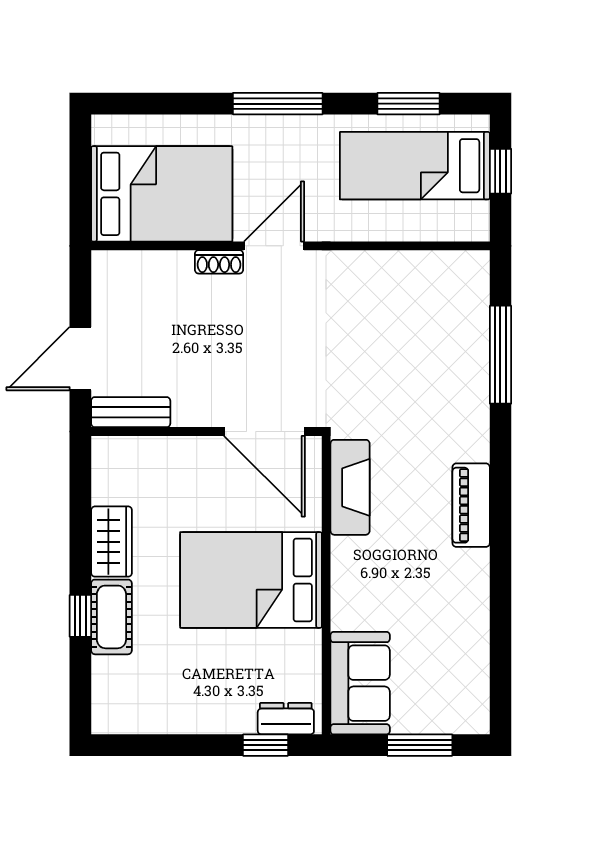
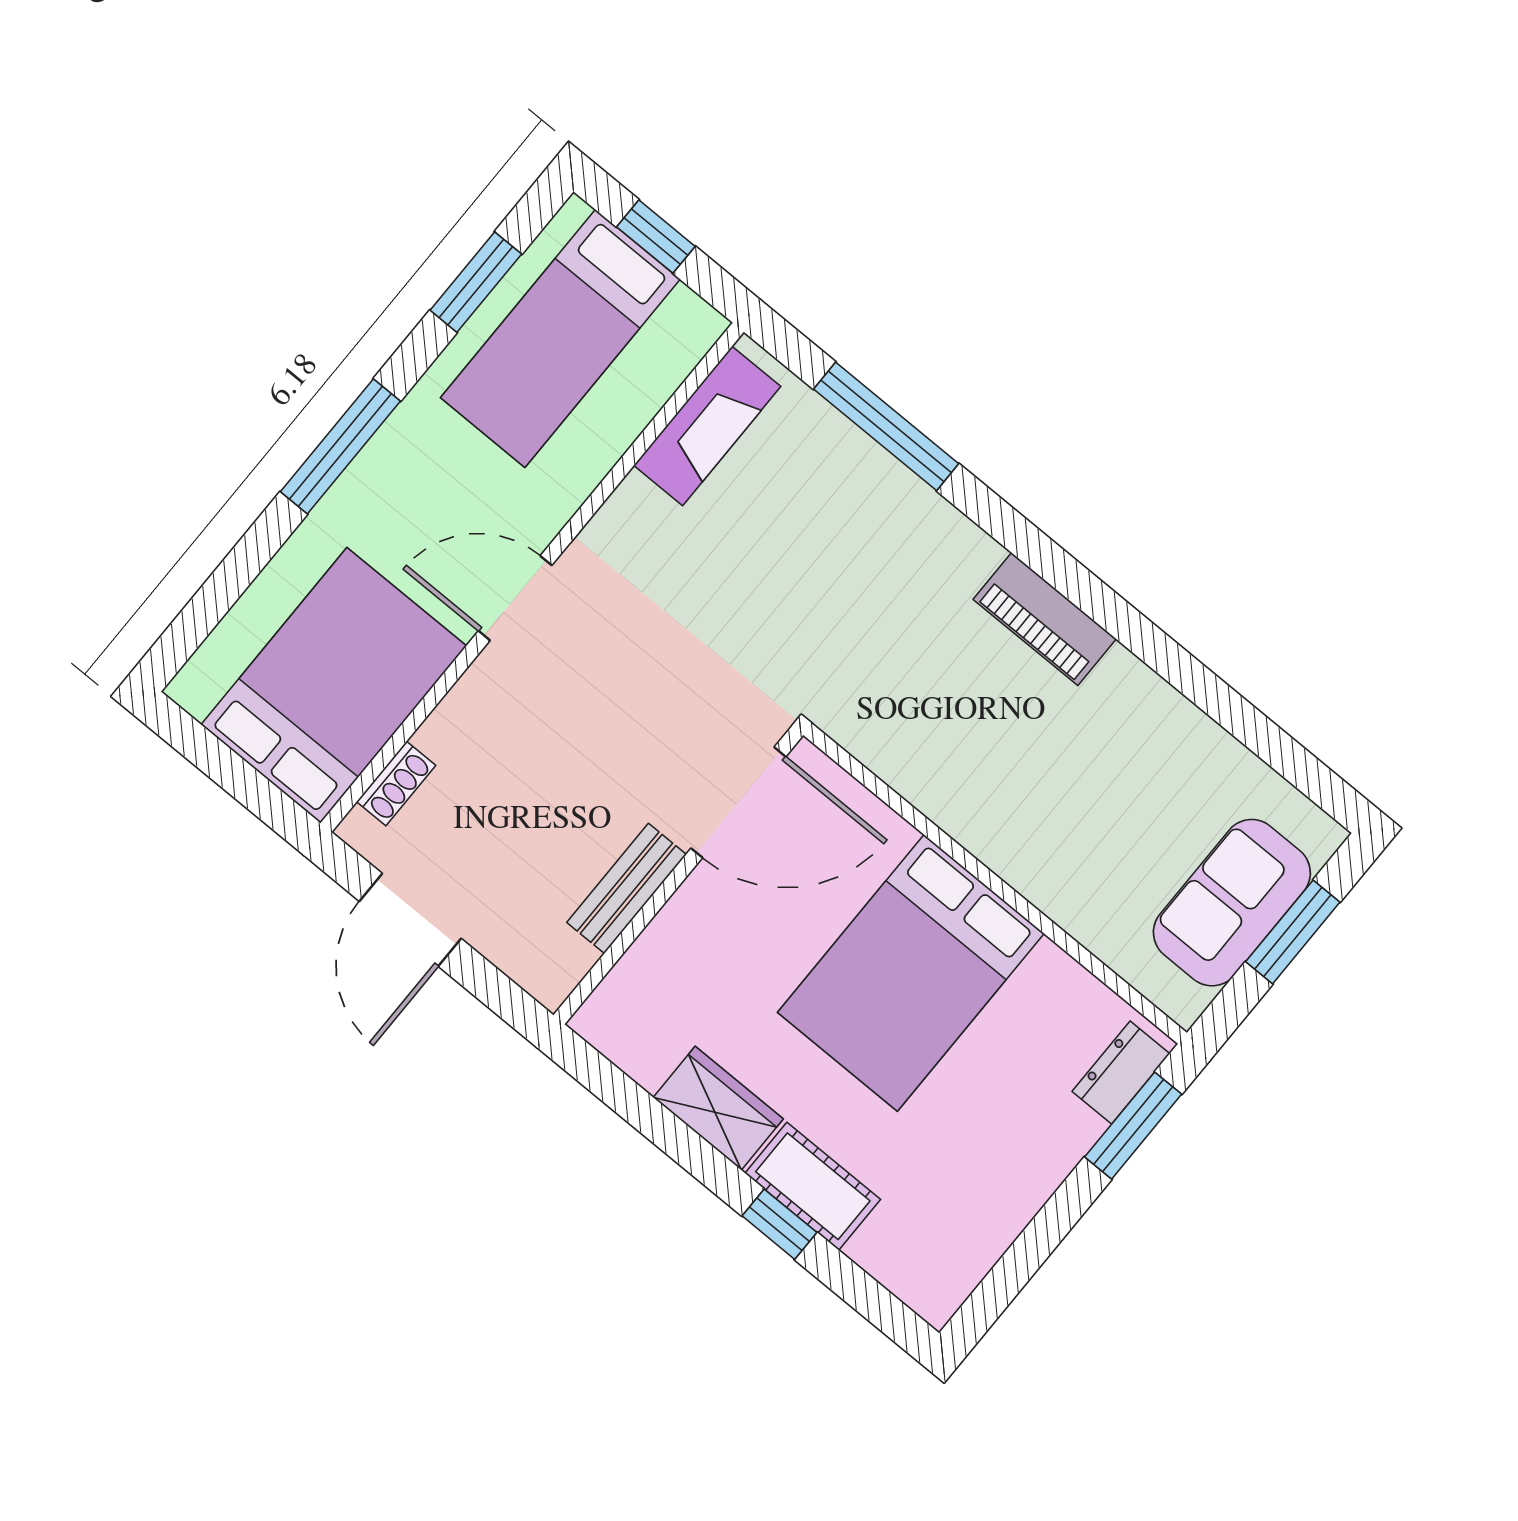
door: (274, 246) -> (515, 598), hinge flipped
shoe rack: (219, 262) -> (396, 783), moved
door: (80, 359) -> (410, 920), moved
bench: (131, 412) -> (626, 888), moved
fireplace: (350, 487) -> (707, 426), moved, turned 90
sofa: (360, 683) -> (1232, 903), moved, turned -90
window: (265, 745) -> (1133, 1126), width x1.50

